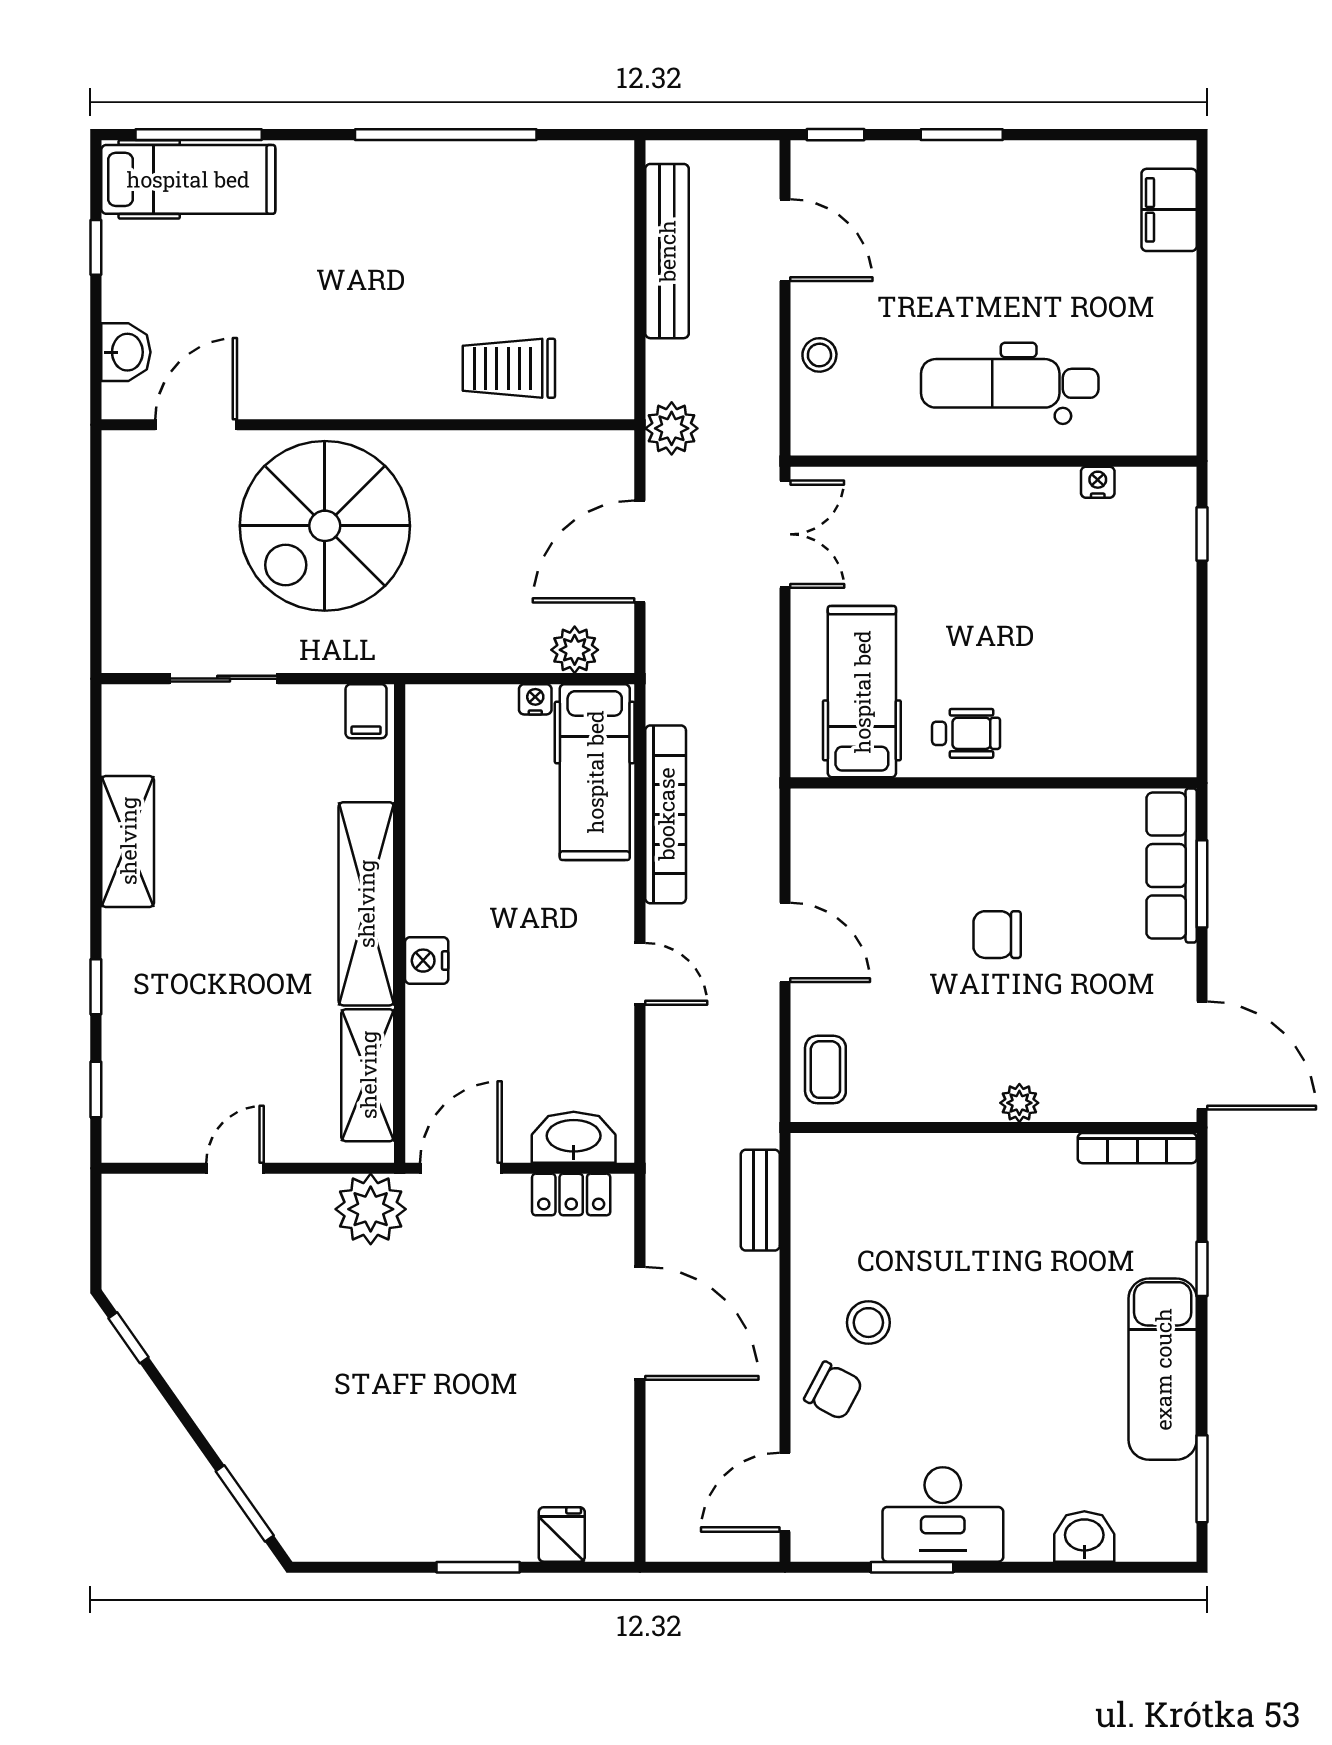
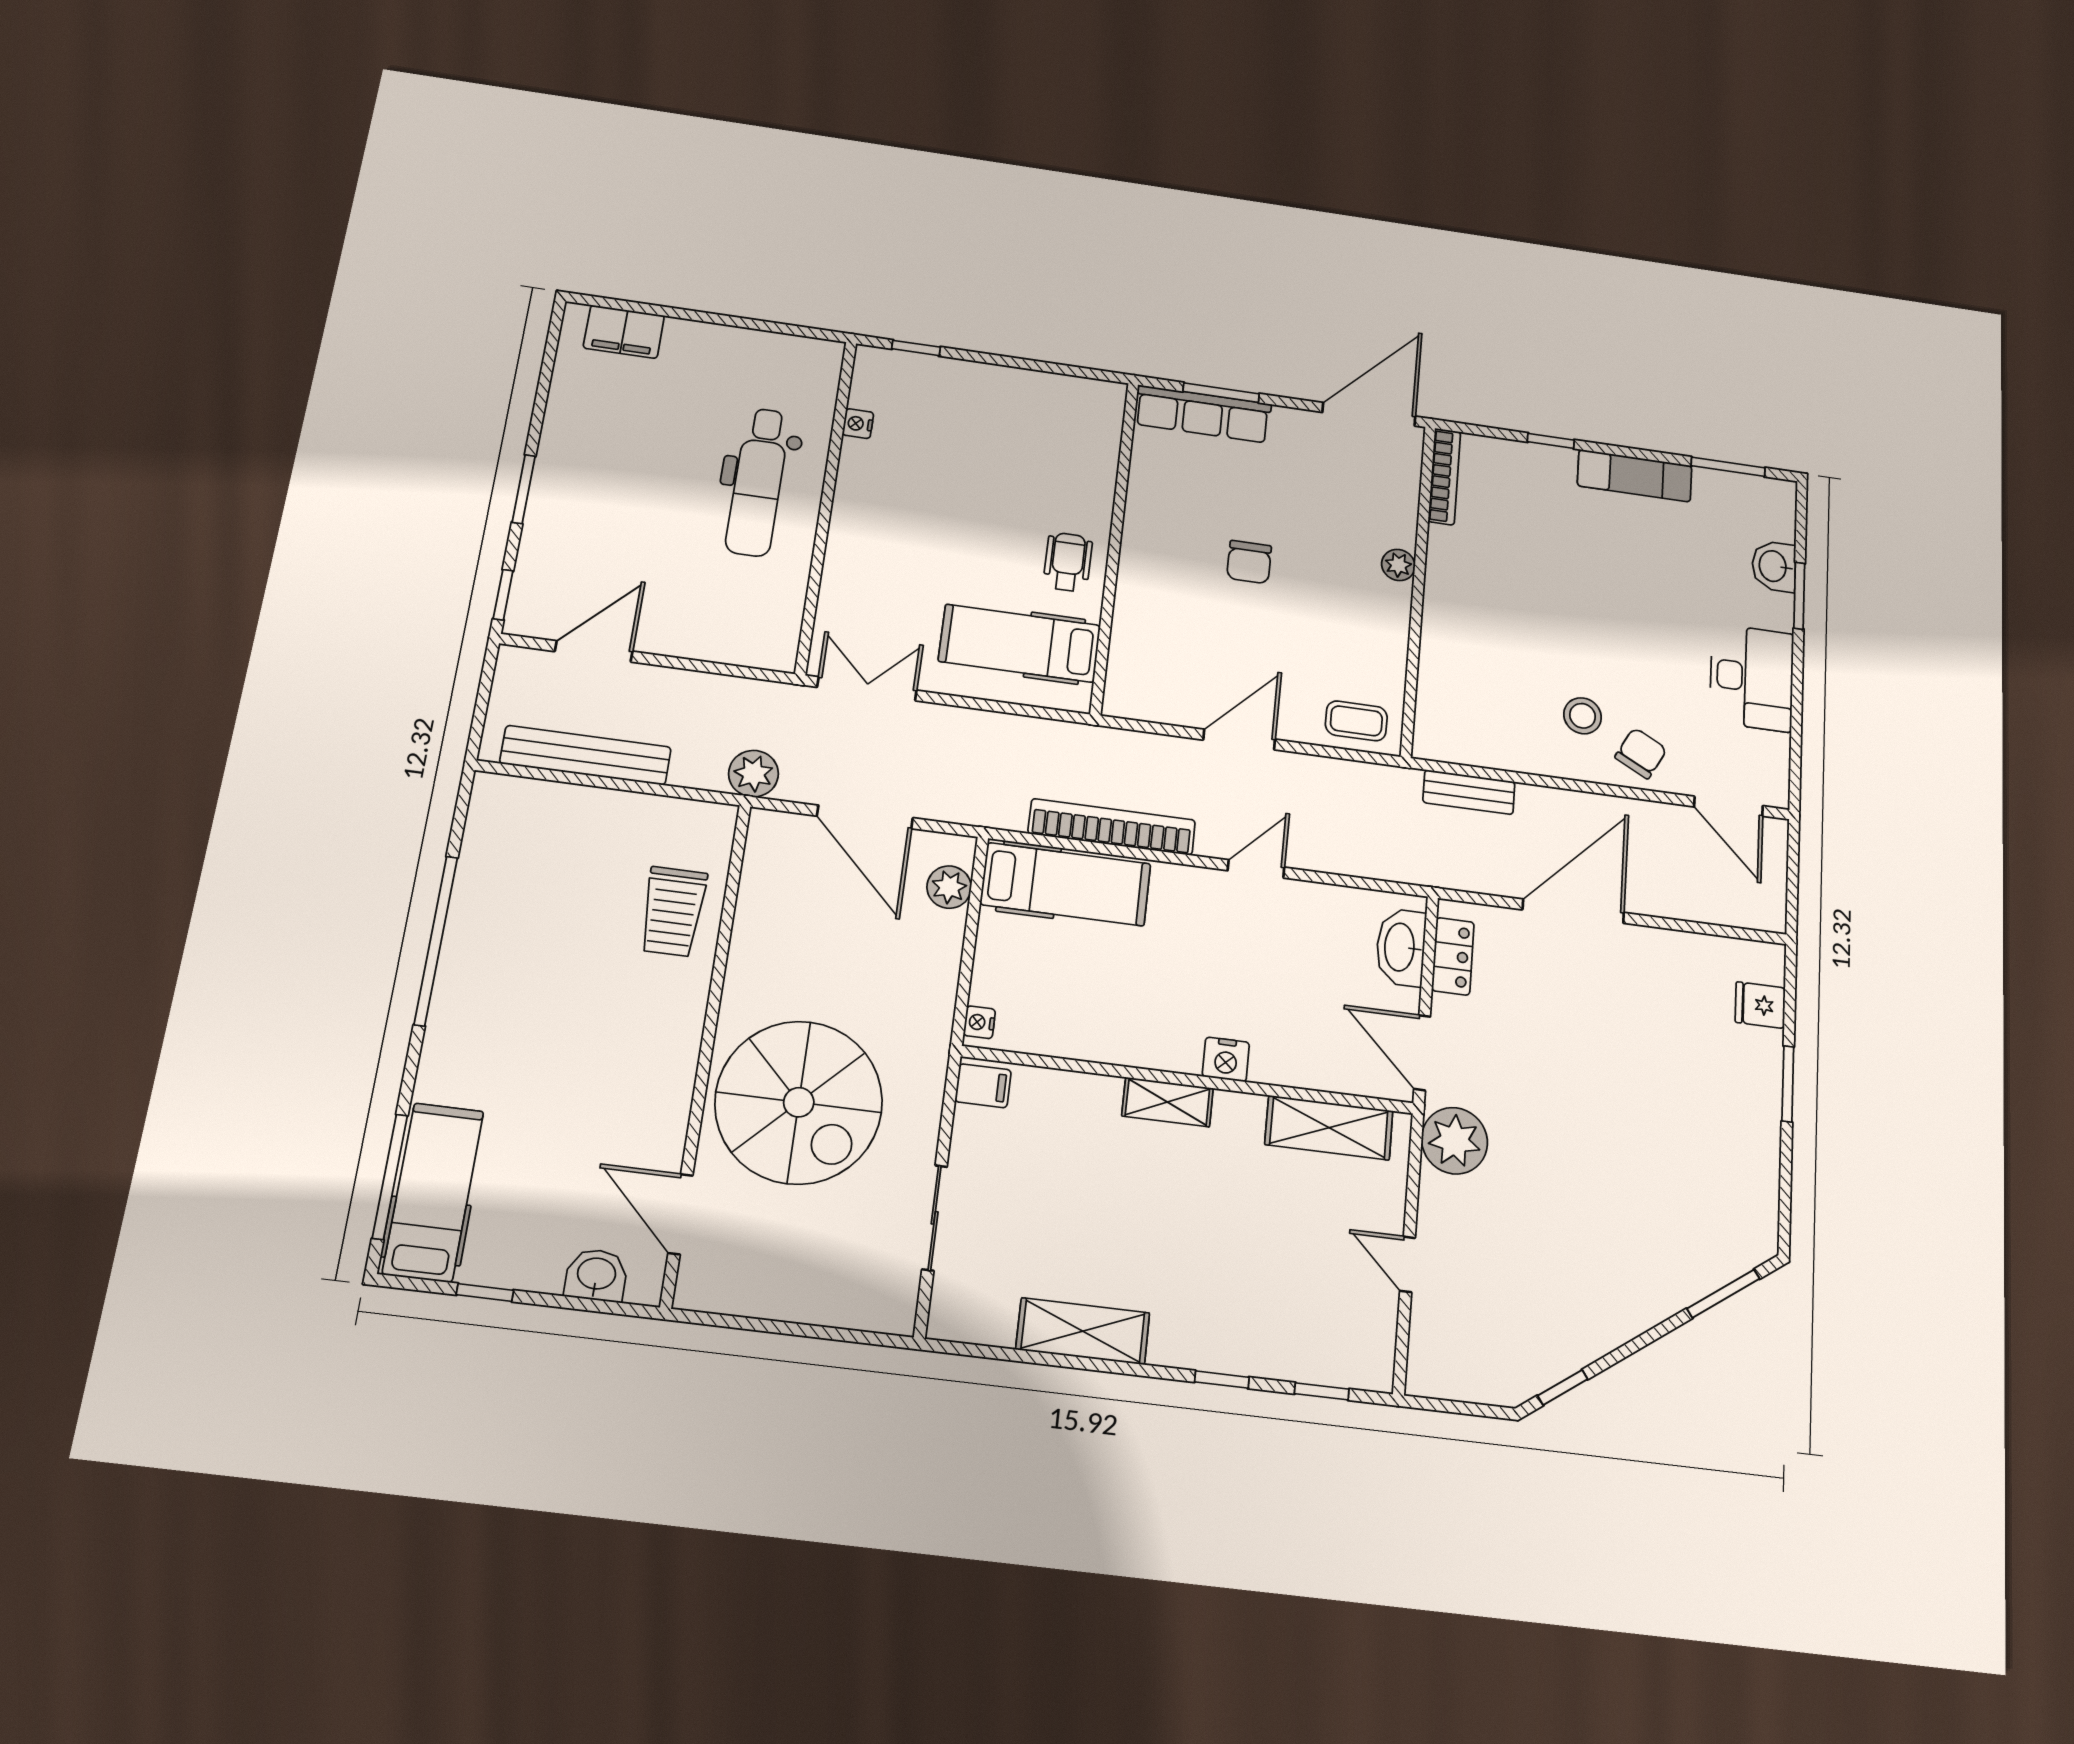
stool: (819, 355) -> (706, 637), removed
nightstand: (535, 699) -> (979, 1022), moved
shelving: (366, 904) -> (1168, 1102), width x0.45, depth x0.75
exam couch: (1163, 1369) -> (1635, 476), width x0.73, depth x0.69
window: (912, 1567) -> (1799, 596), moved

